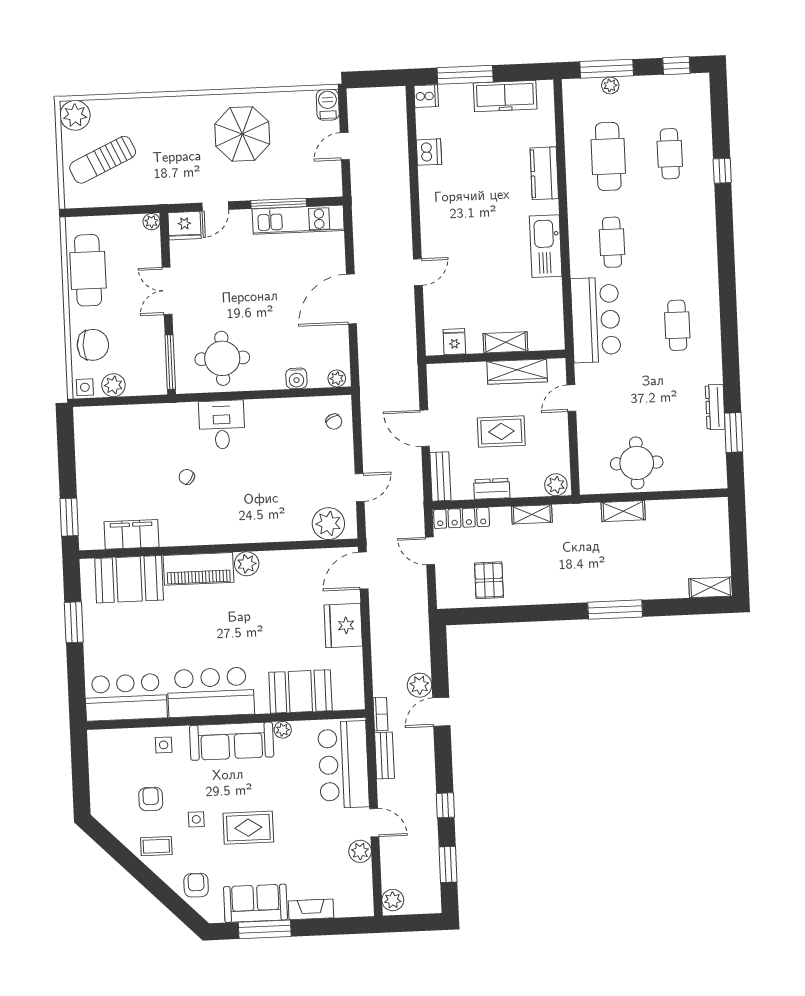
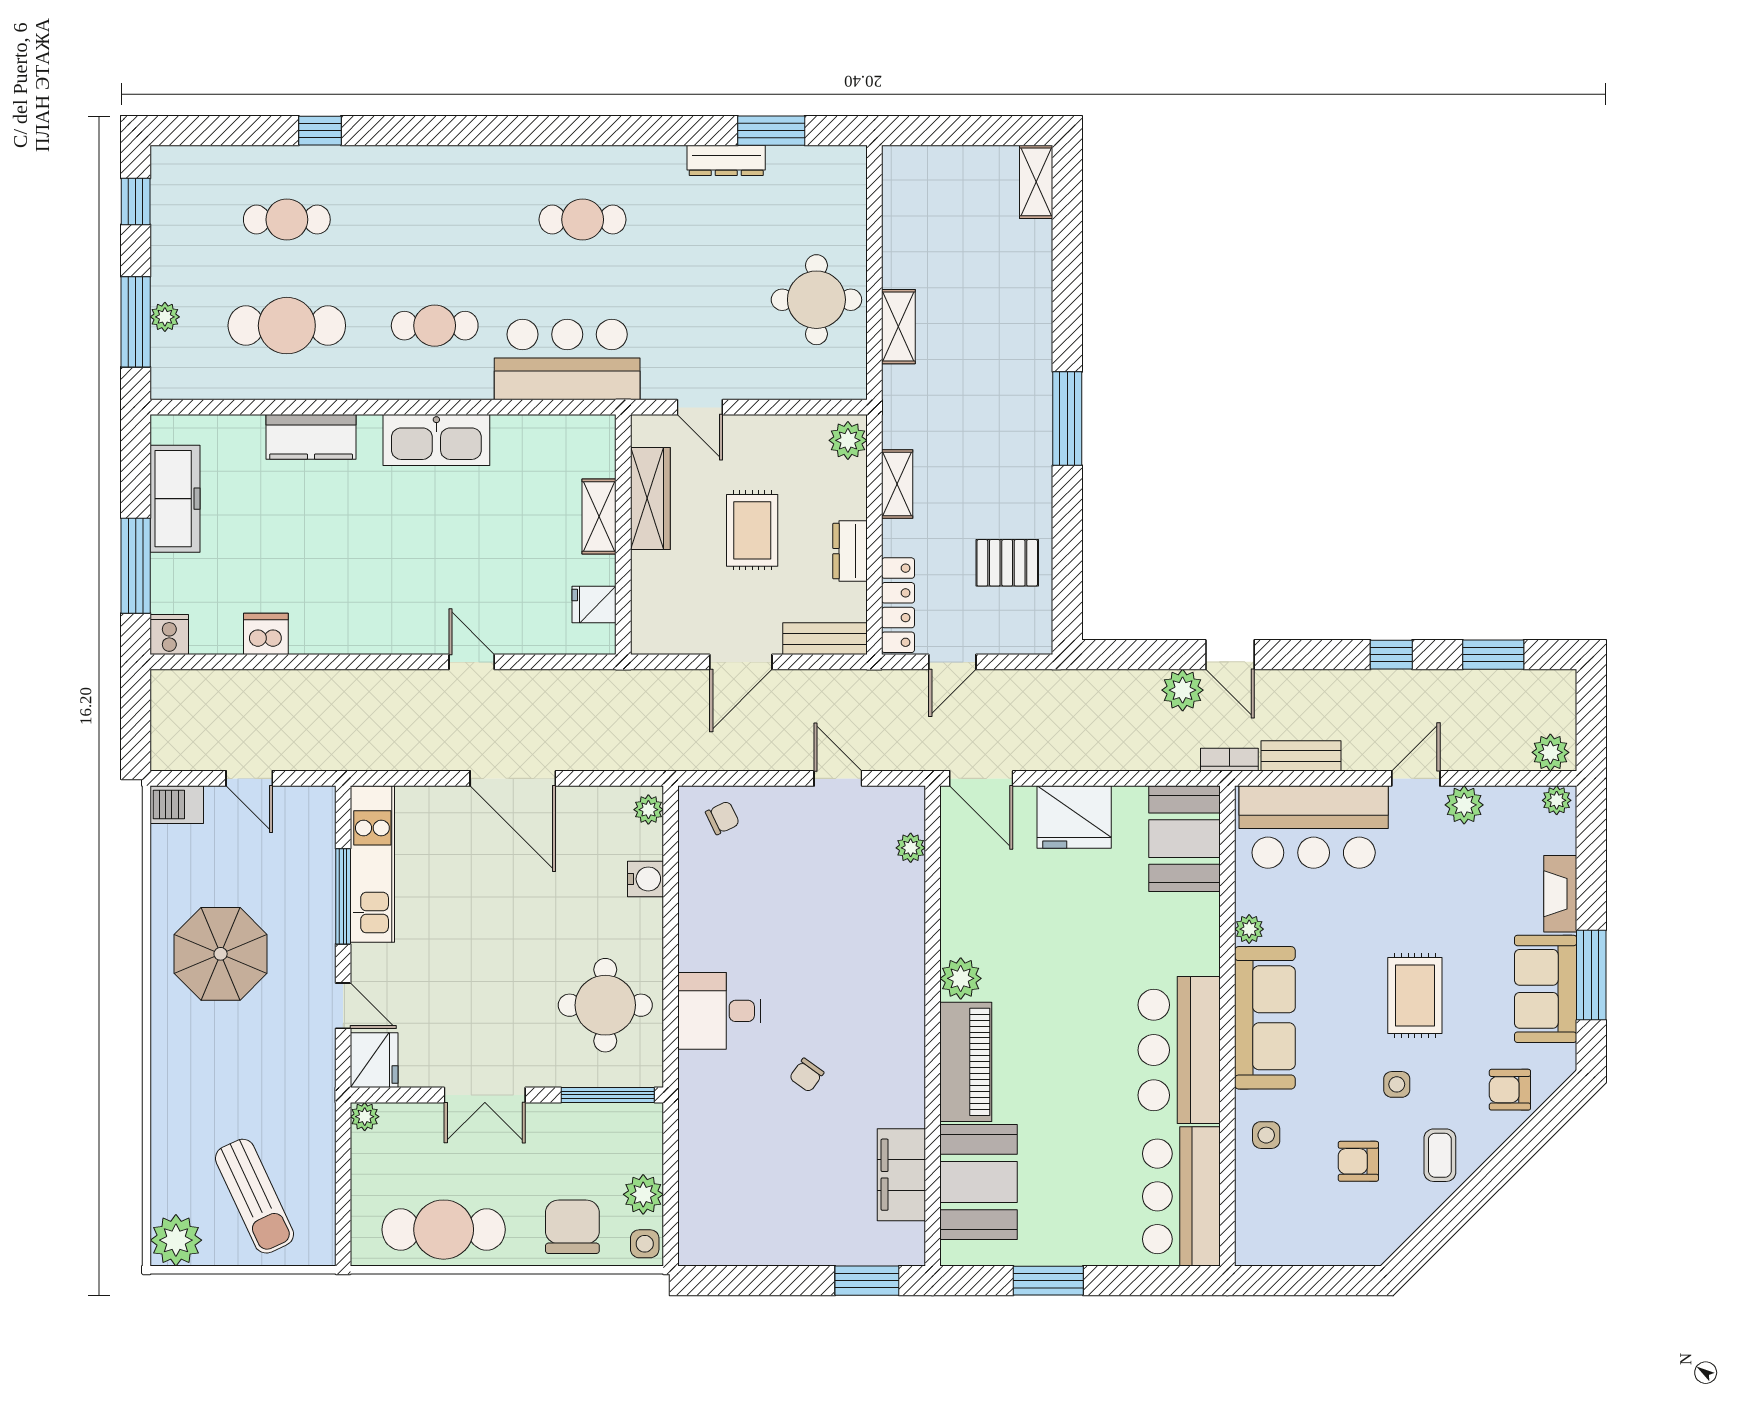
plant: (328, 524) -> (911, 848), width x0.53, depth x0.53
window: (615, 610) -> (1067, 419), moved
booth: (300, 691) -> (1185, 839), moved
plant: (365, 905) -> (1557, 800), added

